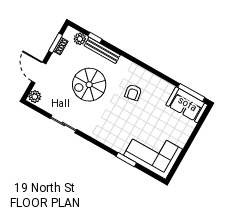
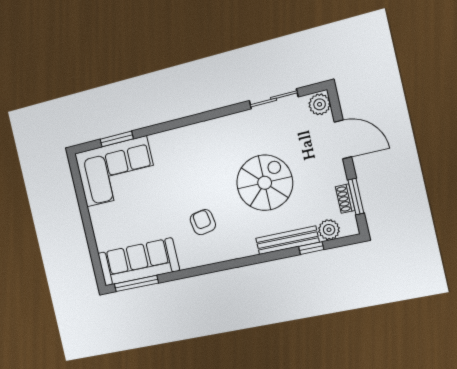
sofa: (187, 105) -> (138, 262), width x1.36
sliding door: (63, 124) -> (274, 99), moved
window: (126, 160) -> (117, 139), moved

